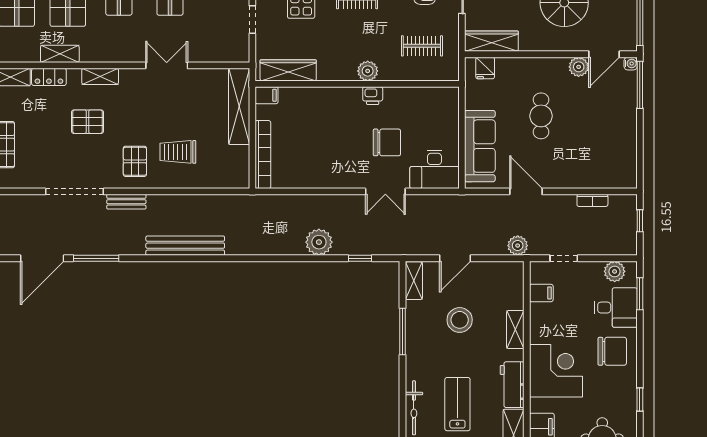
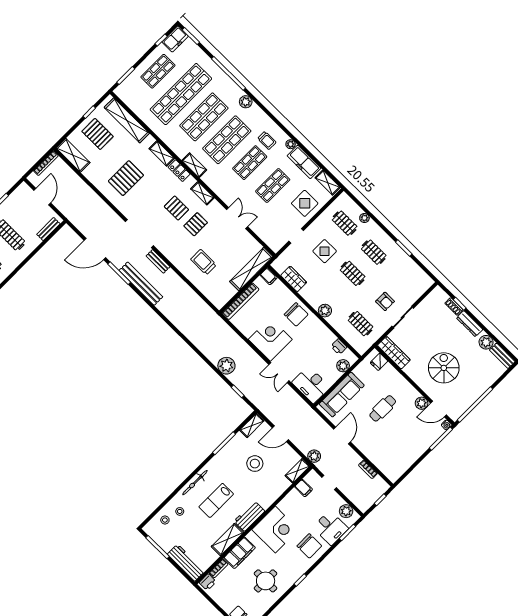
wardrobe: (288, 70) -> (294, 279), width x0.67
printer: (373, 96) -> (339, 347), moved
plant: (449, 112) -> (343, 366), added
chair: (387, 142) -> (296, 314), moved
pallet: (135, 161) -> (196, 224), moved
corner desk: (339, 164) -> (270, 339), added
bench: (185, 246) -> (141, 284), moved
shelving: (515, 330) -> (297, 471), moved
lab bench: (457, 404) -> (216, 500), turned 180

